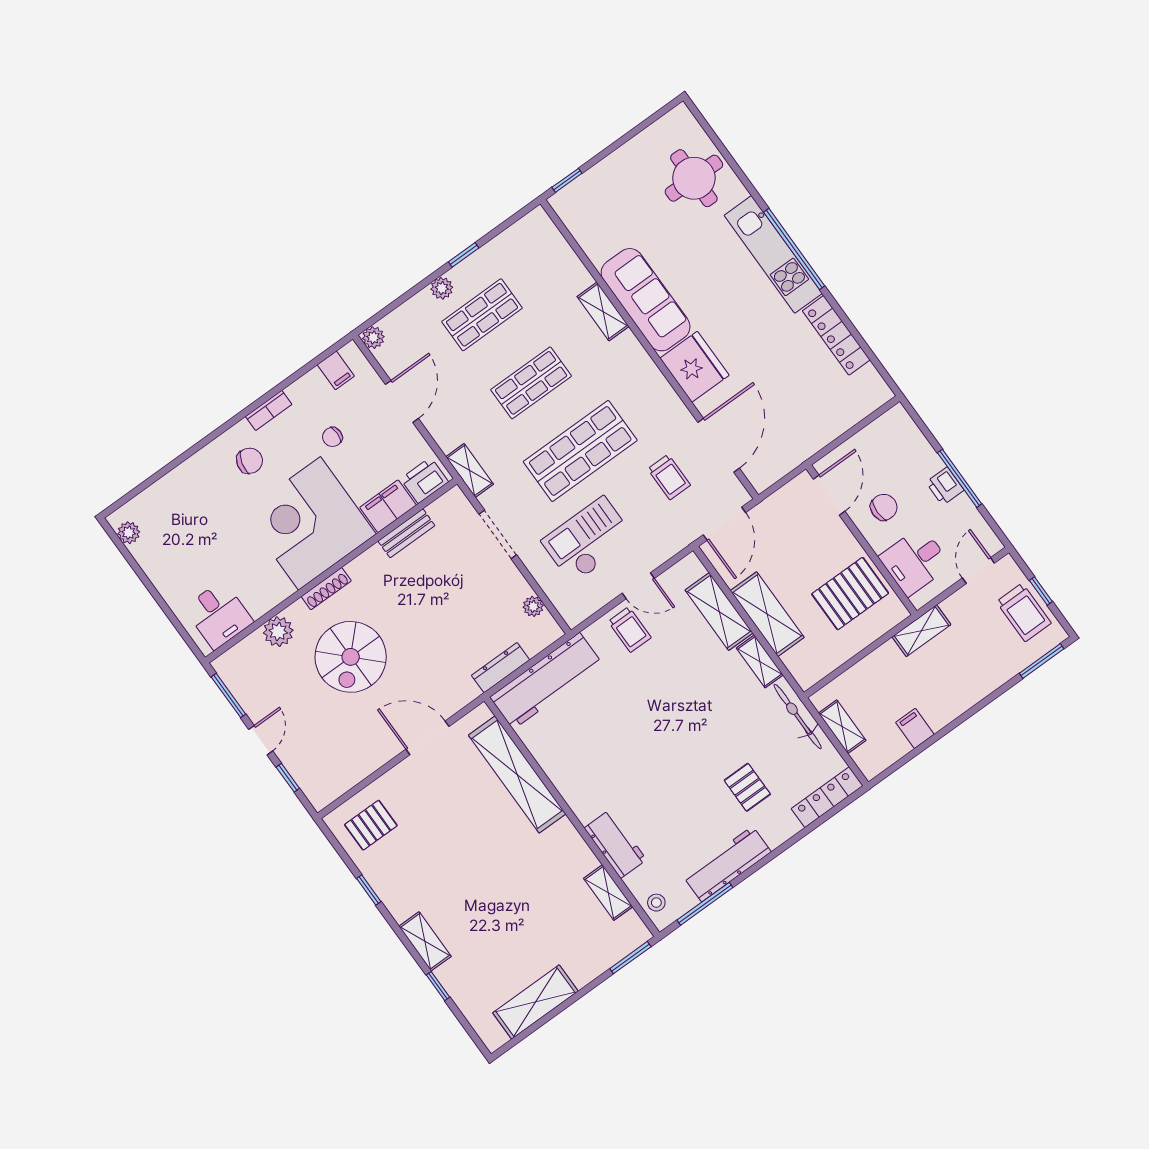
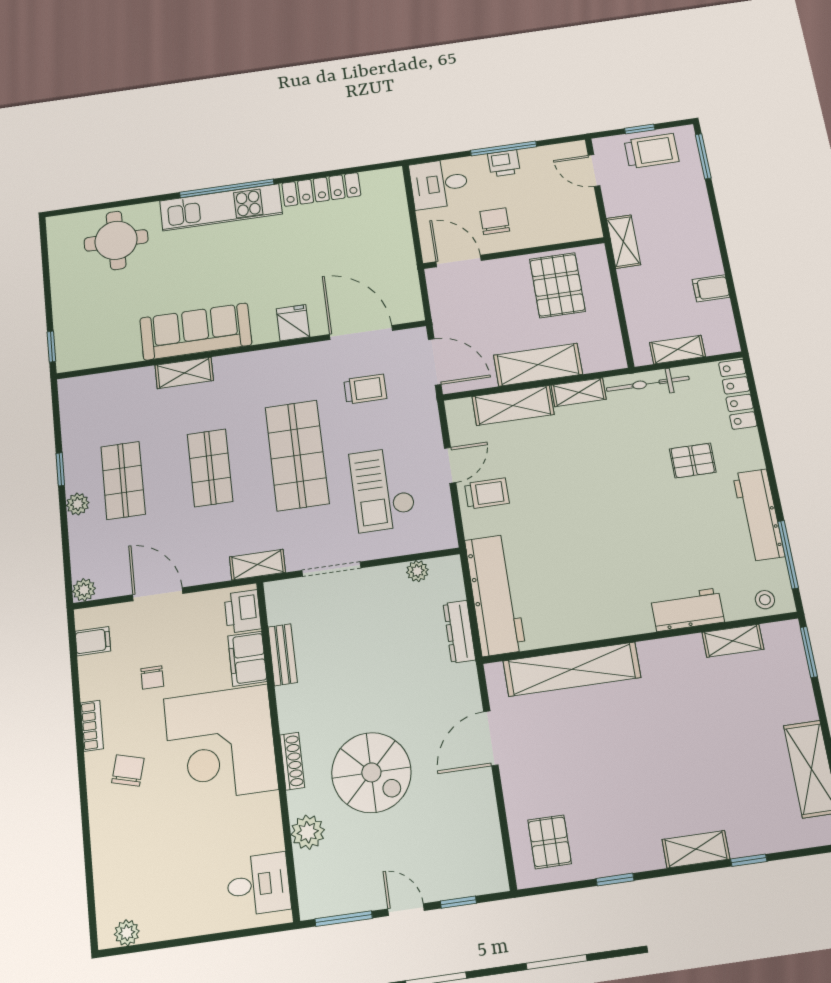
fridge: (694, 367) -> (293, 323), width x0.53, depth x0.75
desk: (915, 561) -> (439, 184), moved, turned 90

